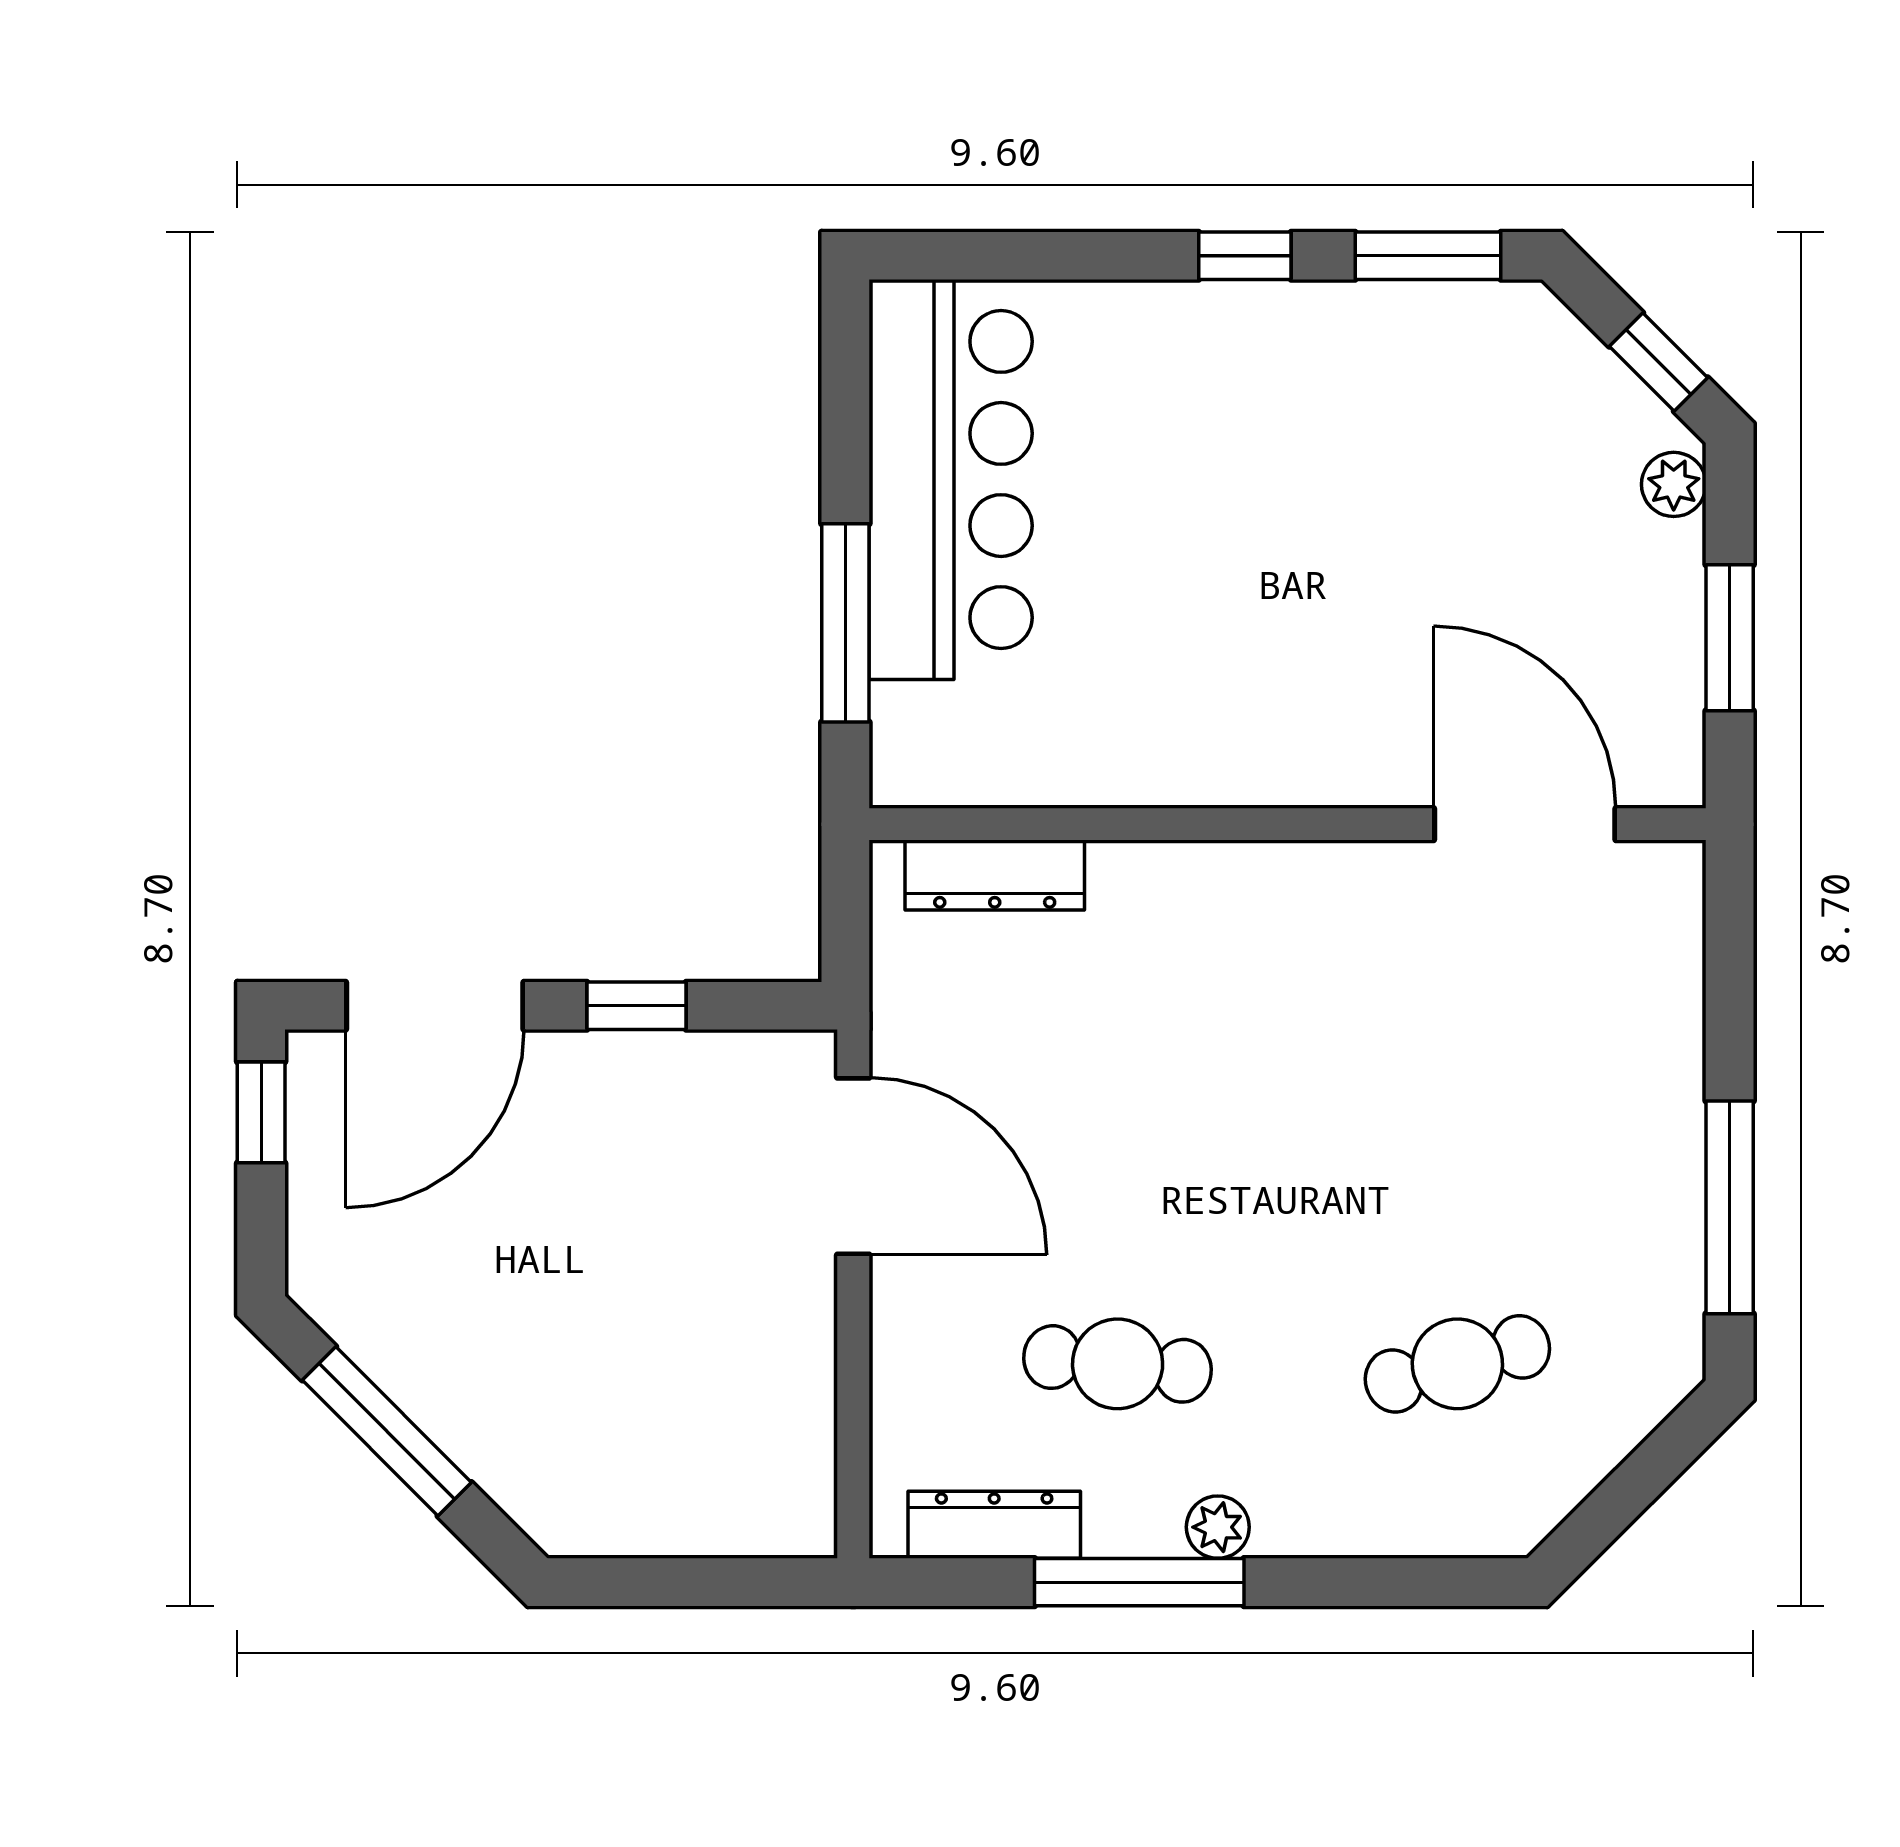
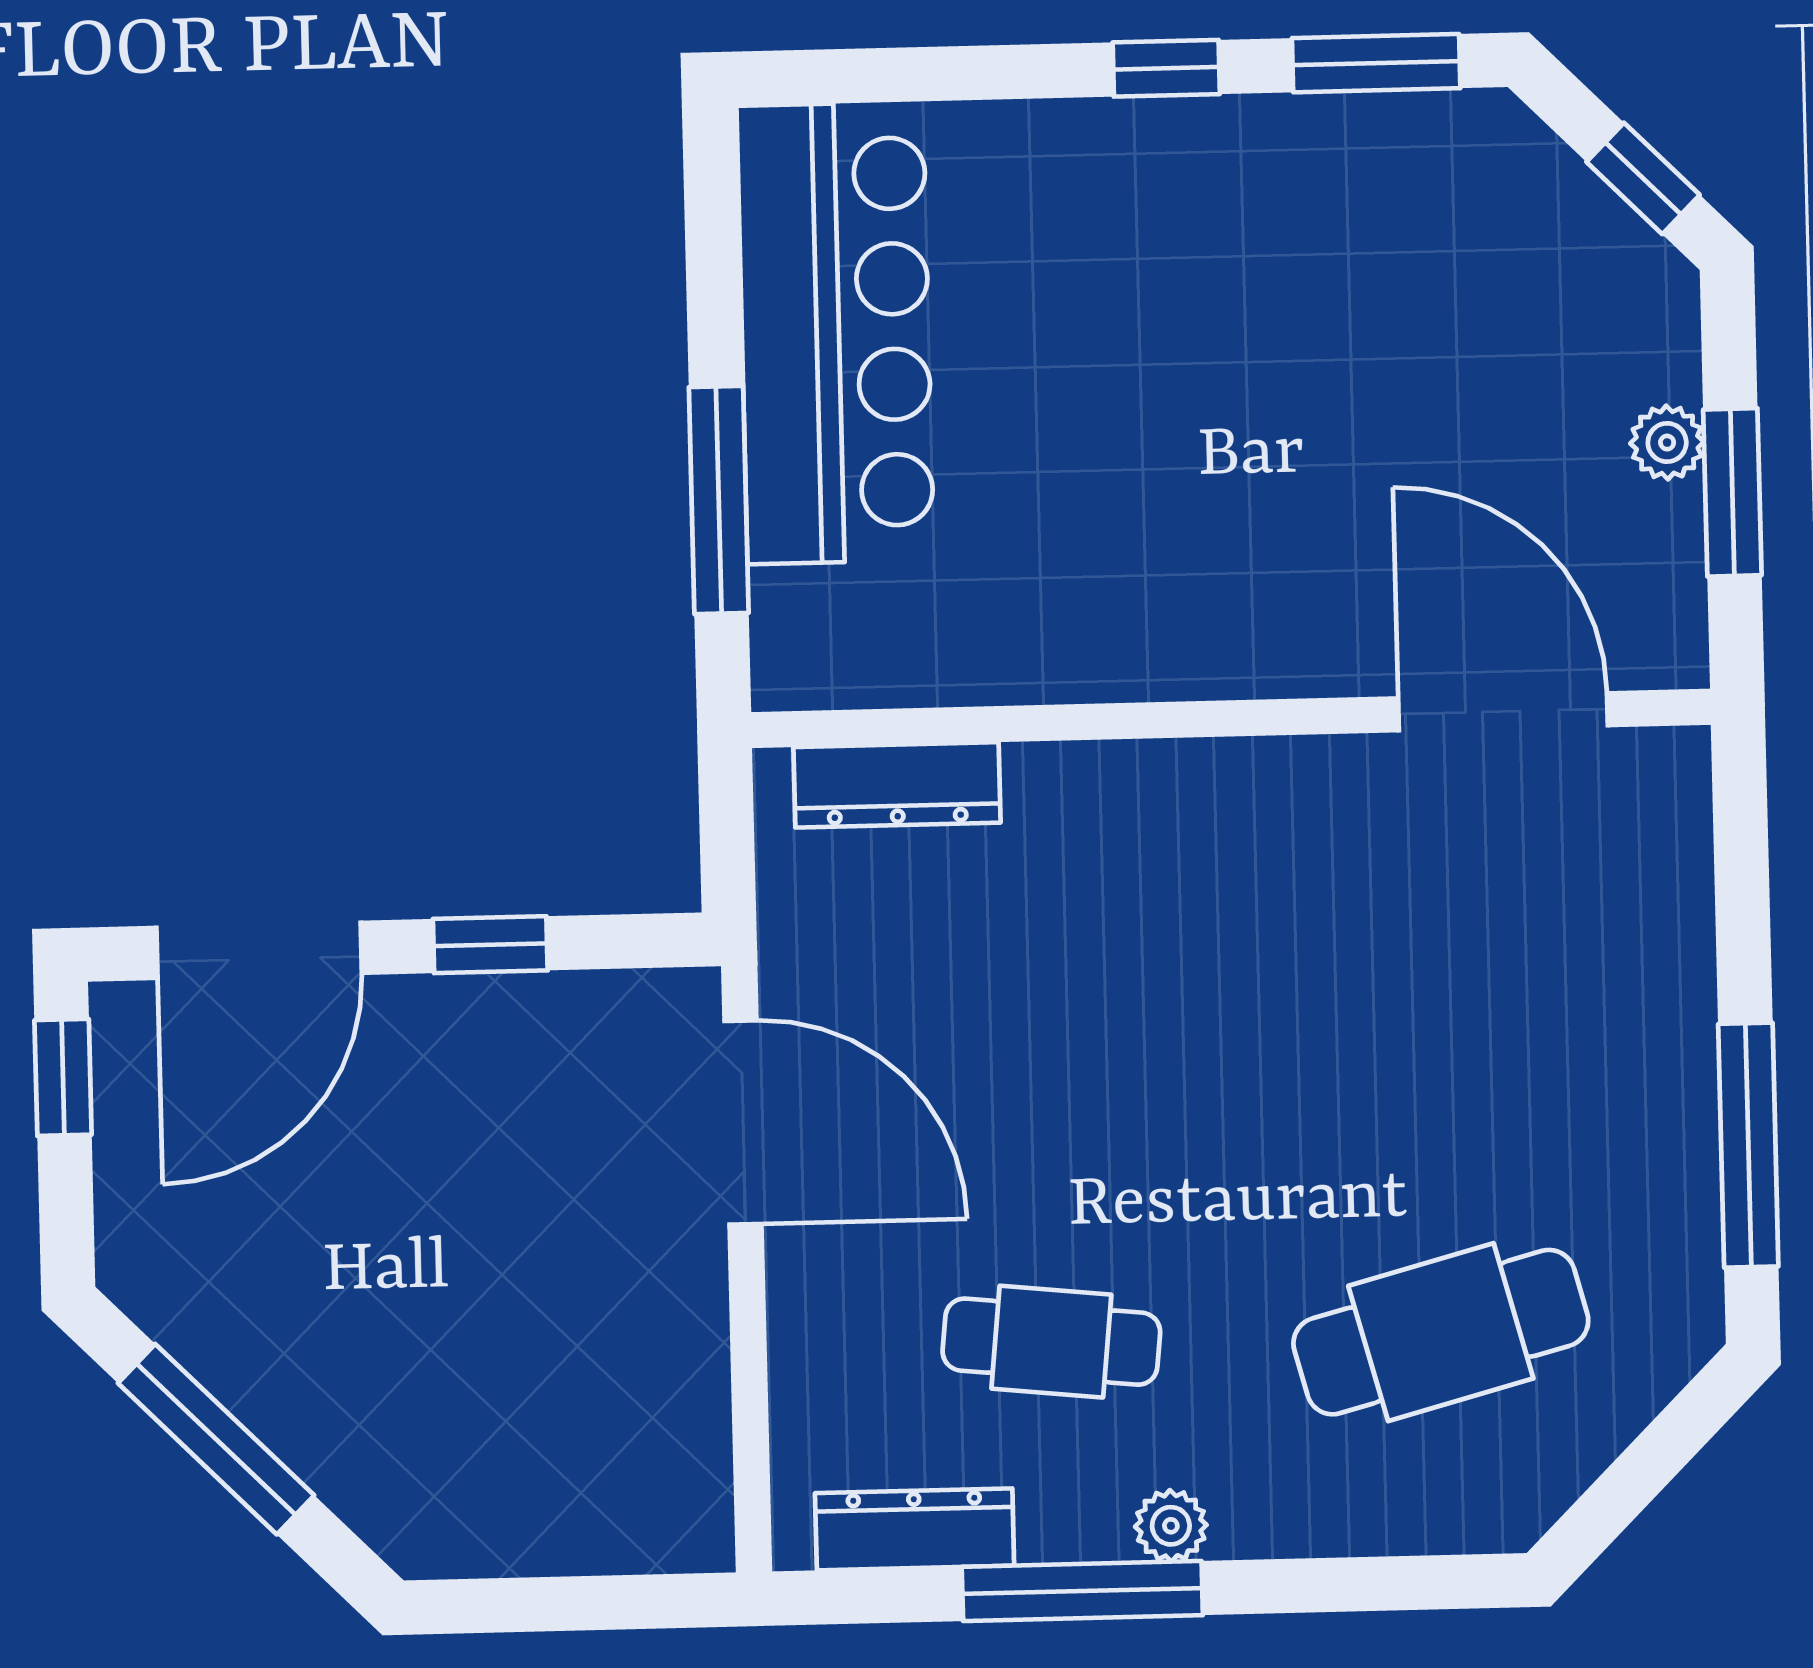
plant: (1674, 484) -> (1667, 443), moved
cafe table: (1457, 1364) -> (1441, 1332), width x1.37, depth x1.35

